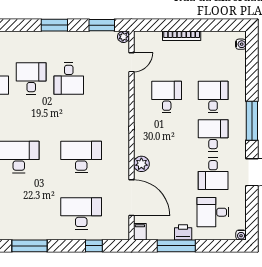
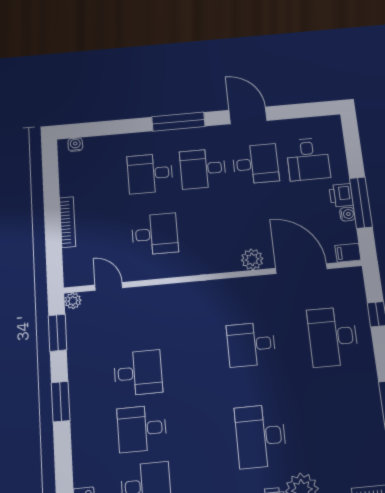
desk: (167, 97) -> (155, 234), turned 180
desk: (81, 157) -> (251, 344), width x0.73
door: (131, 198) -> (301, 269), hinge flipped
water cooler: (241, 235) -> (347, 214), moved

